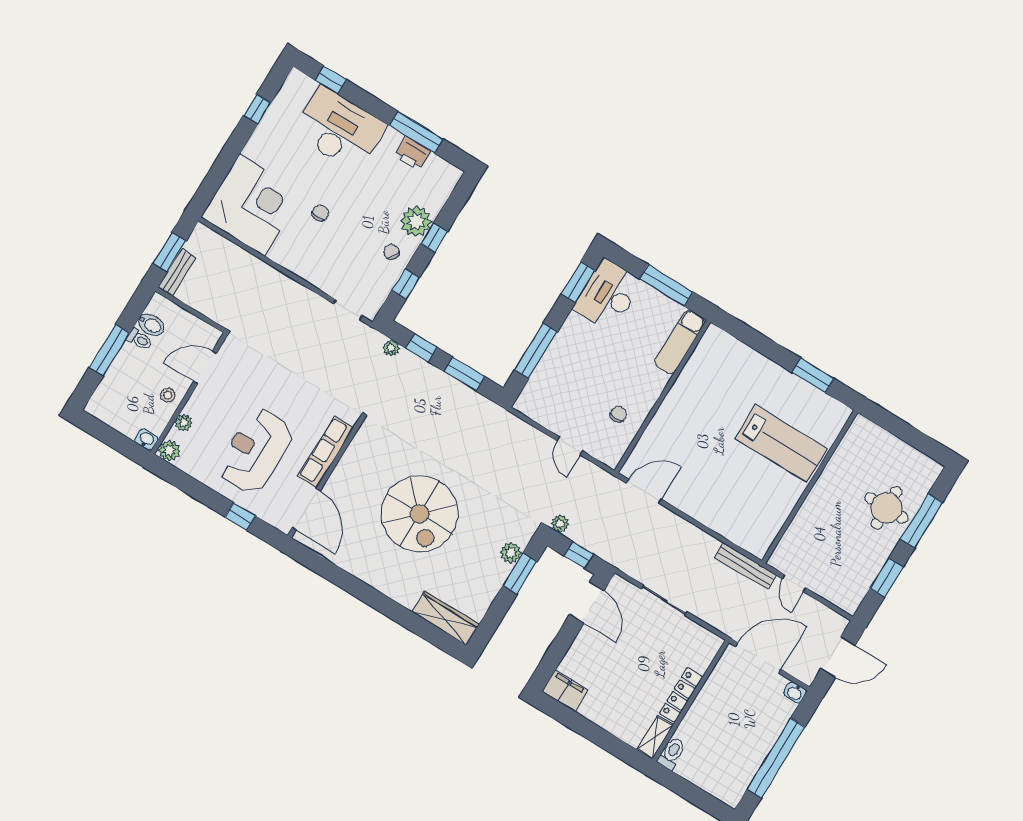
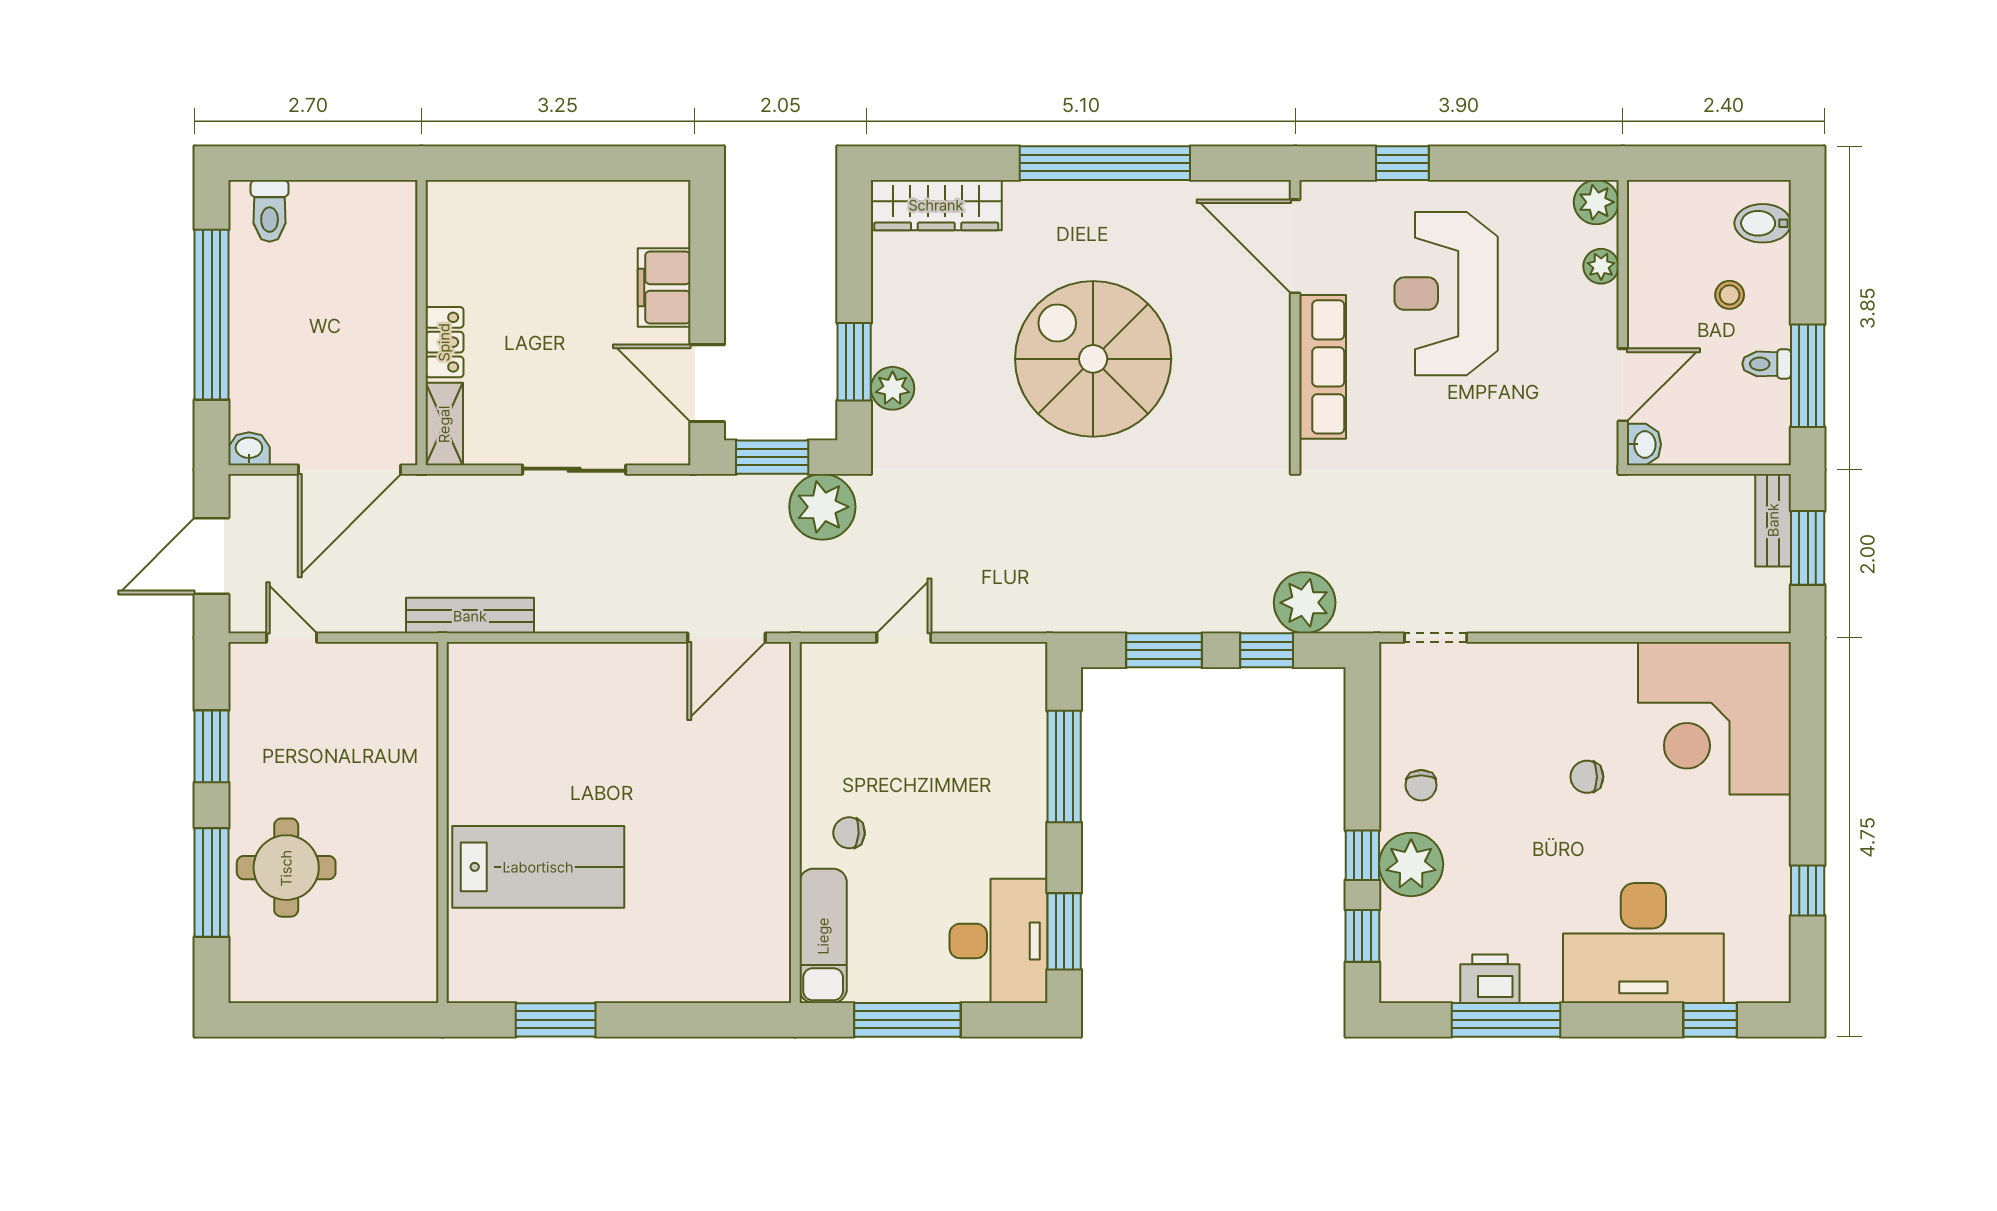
chair: (320, 213) -> (1587, 777), turned 90
chair: (392, 252) -> (1421, 785), turned 56
window: (406, 284) -> (1362, 936), moved
bidet: (151, 325) -> (1763, 223), moved
plant: (391, 348) -> (1305, 603), width x1.88, depth x1.88
window: (109, 350) -> (1808, 376), moved
stool: (168, 395) -> (1730, 295), moved
chair: (618, 414) -> (849, 833), moved, turned 93
washbasin: (146, 440) -> (1644, 444), moved, turned -90
lab bench: (781, 444) -> (538, 867), turned 180
door: (570, 446) -> (904, 638), hinge flipped
reception desk: (255, 451) -> (1446, 294), turned 180
plant: (560, 524) -> (822, 507), width x1.87, depth x1.87
window: (579, 555) -> (772, 457), width x1.50
door: (794, 583) -> (292, 638), moved
window: (364, 593) -> (1105, 163), added
filing cabinet: (565, 691) -> (664, 287), moved, turned 90
locker: (681, 695) -> (444, 342), width x0.66
shelving: (655, 737) -> (444, 424), moved
toilet: (672, 753) -> (270, 211), moved

